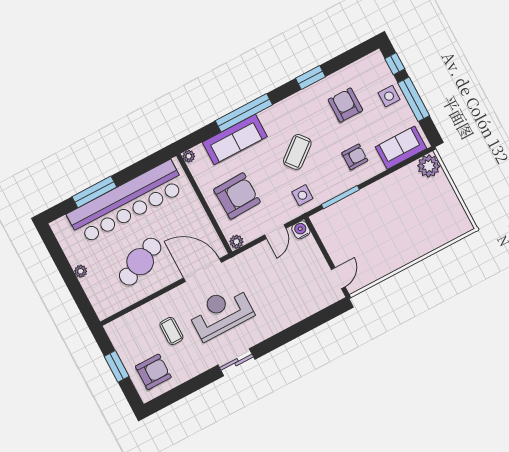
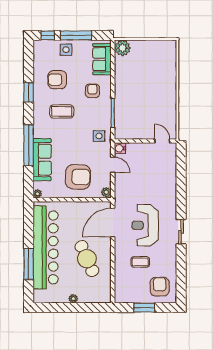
coffee table: (297, 152) -> (62, 111), moved, turned -51
armchair: (237, 196) -> (78, 177), turned 94

